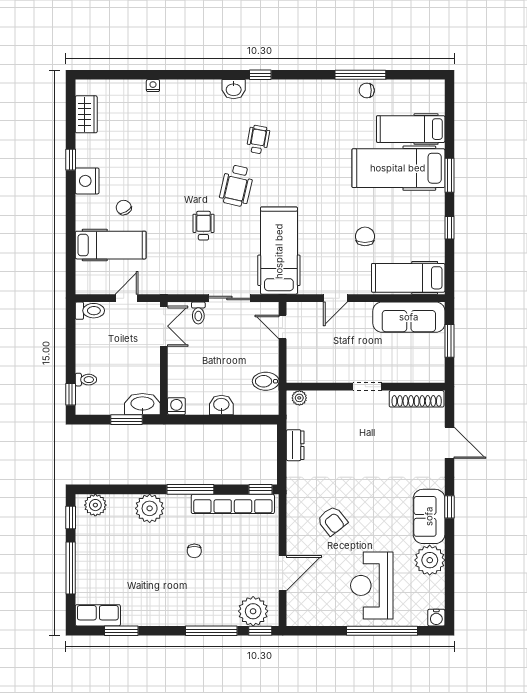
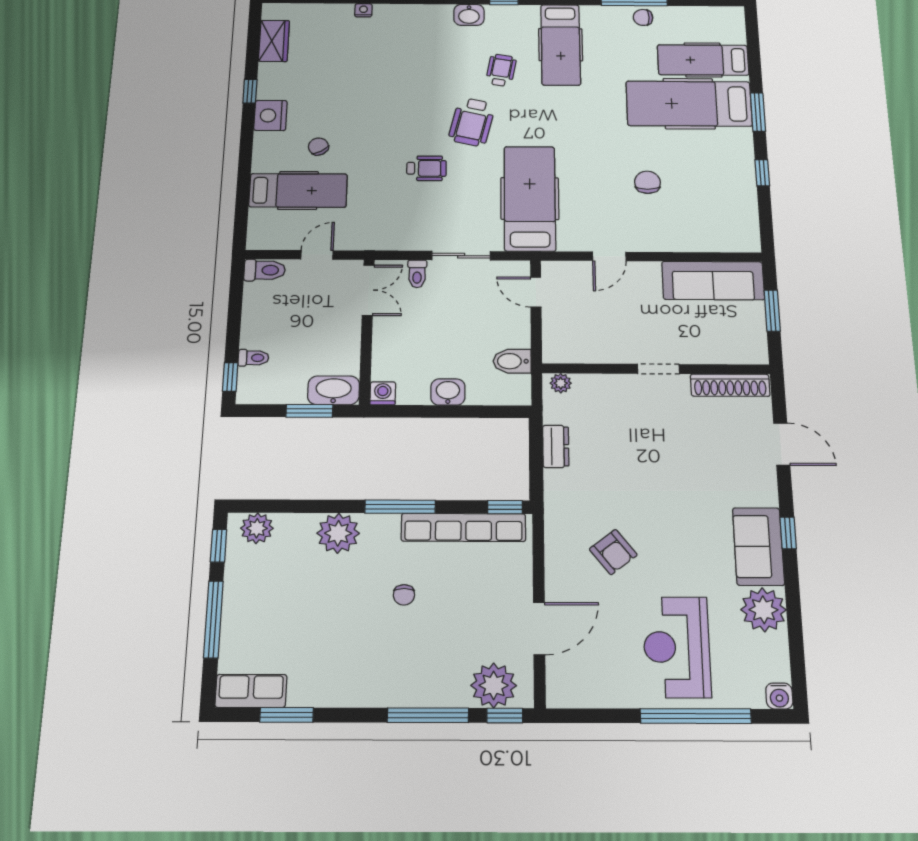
wheelchair: (203, 226) -> (426, 168), turned 90
hospital bed: (408, 278) -> (561, 45), moved, turned -90

